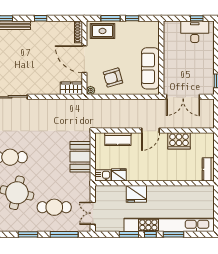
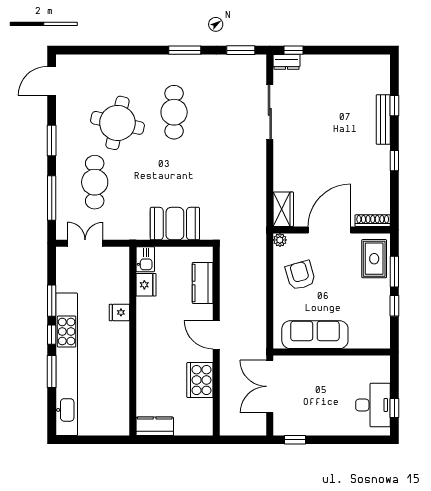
fridge: (136, 194) -> (119, 312), width x0.53, depth x0.75

